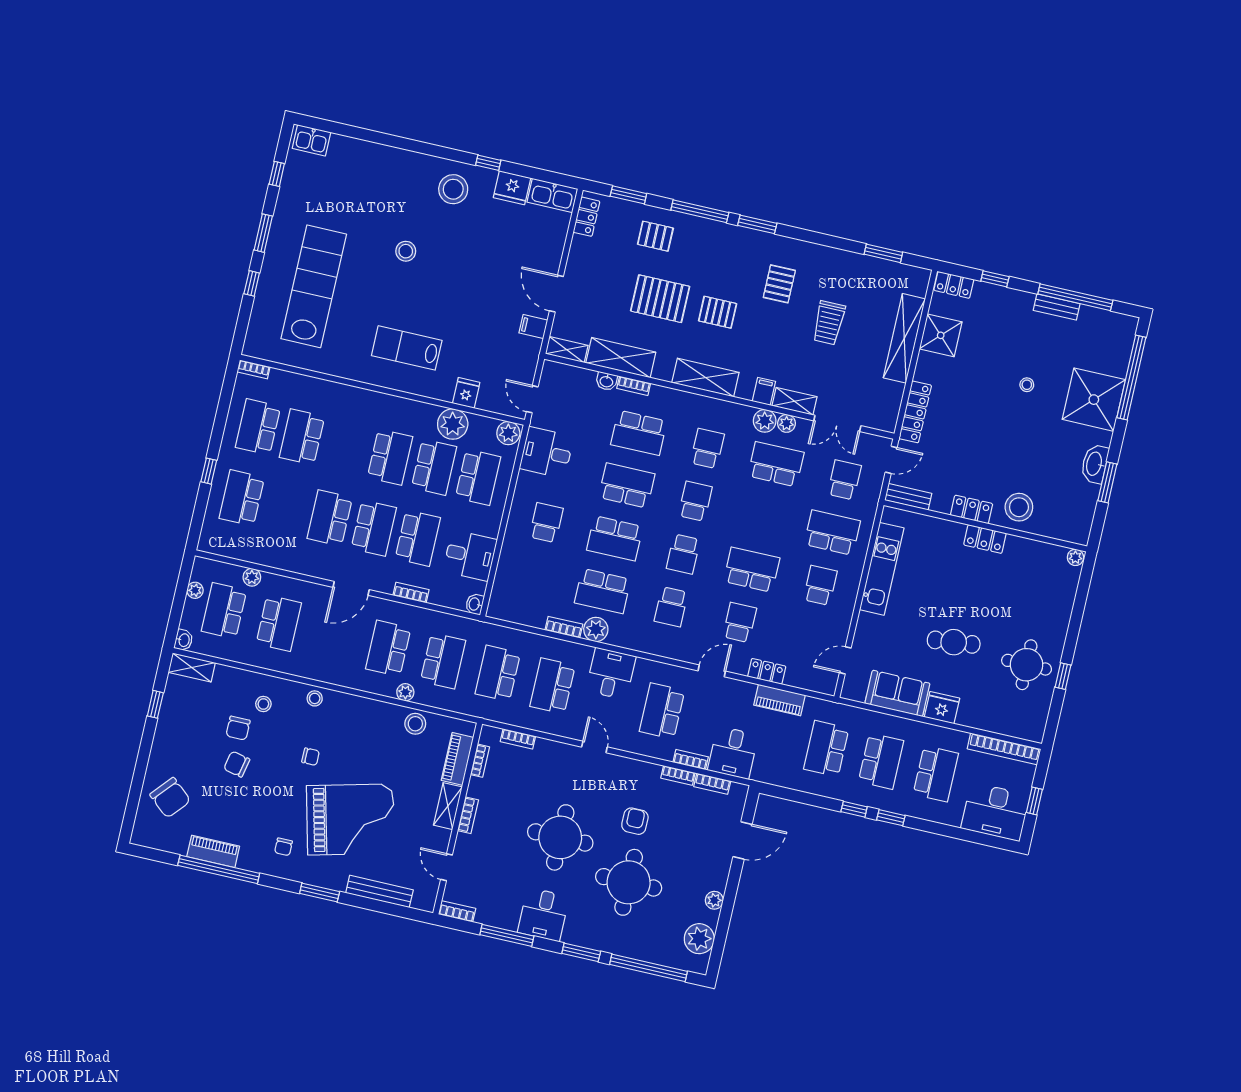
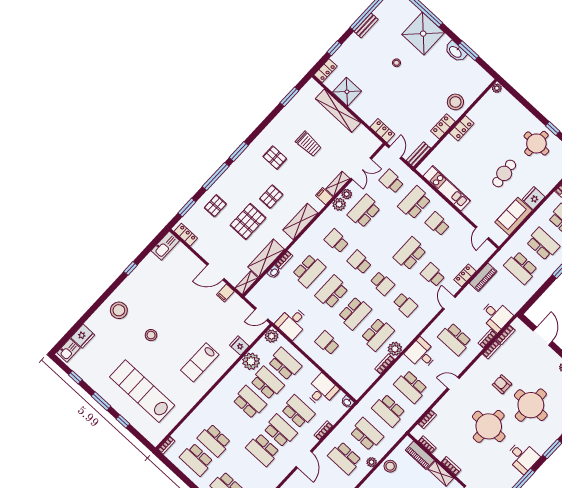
fridge: (512, 188) -> (83, 336), moved
stool: (453, 189) -> (119, 310), moved
locker: (915, 412) -> (382, 131), width x0.66

